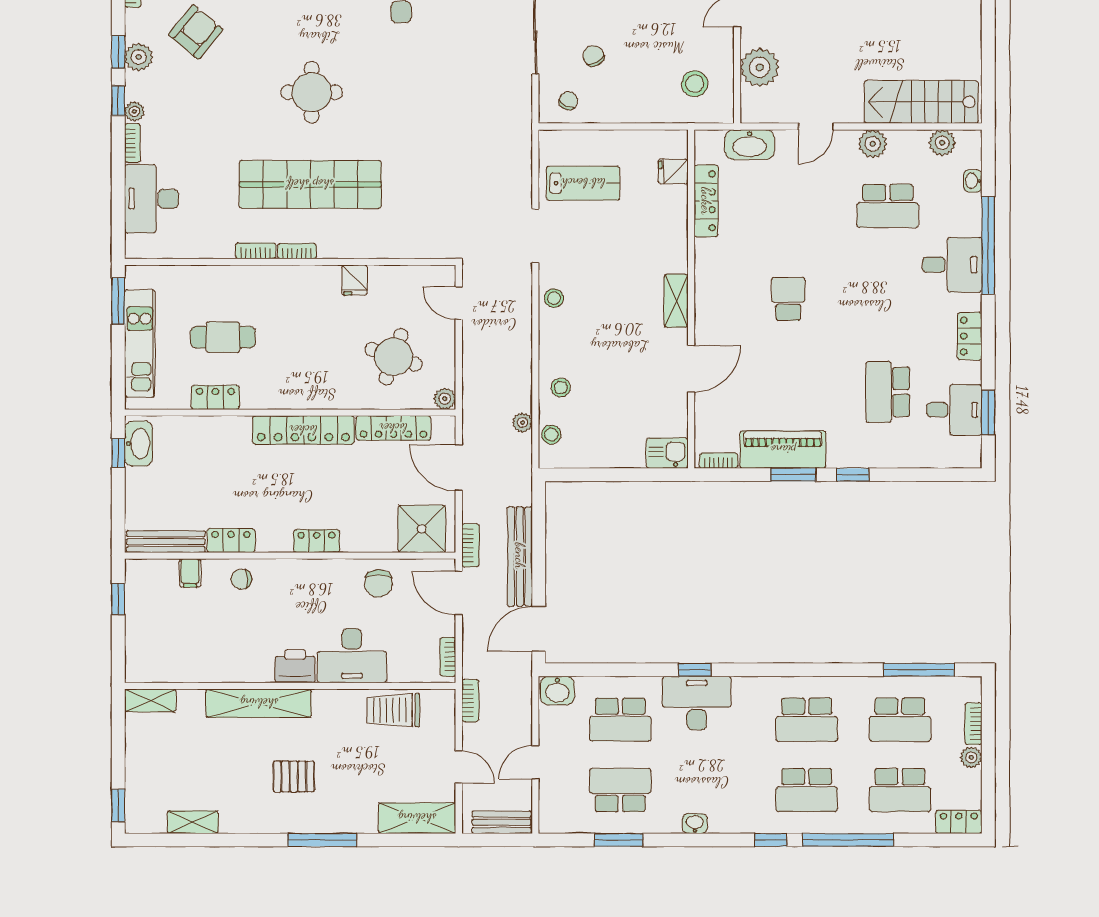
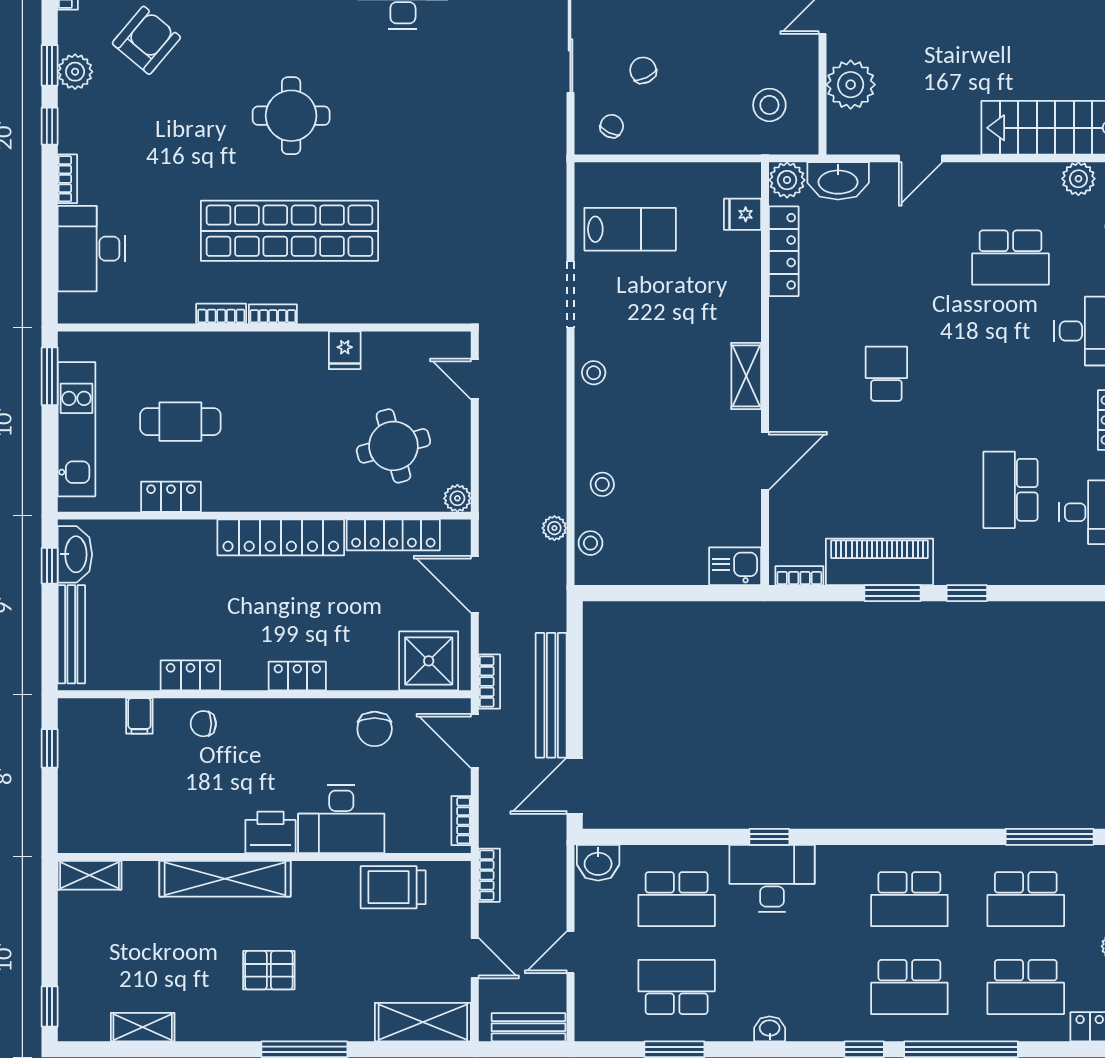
plant: (134, 111) -> (70, 140), removed
plant: (873, 144) -> (787, 180), moved
round table: (394, 357) -> (393, 446), turned -34
bench: (166, 542) -> (71, 634), moved, turned 90

